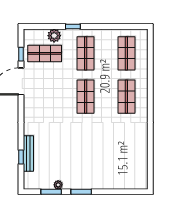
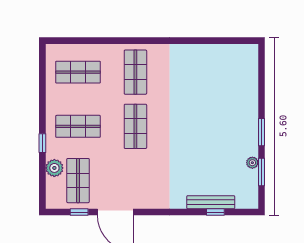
shop shelf: (86, 97) -> (135, 126), turned 90
shop shelf: (126, 97) -> (135, 72), turned 90

